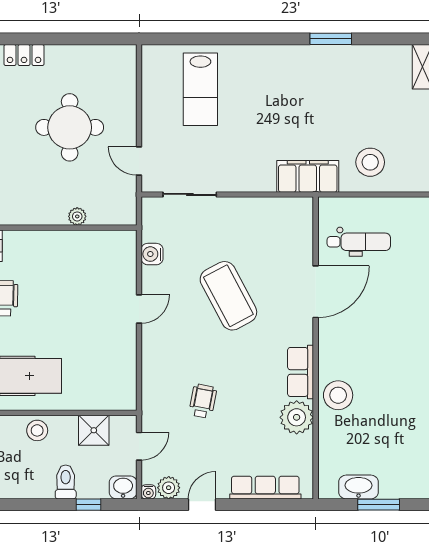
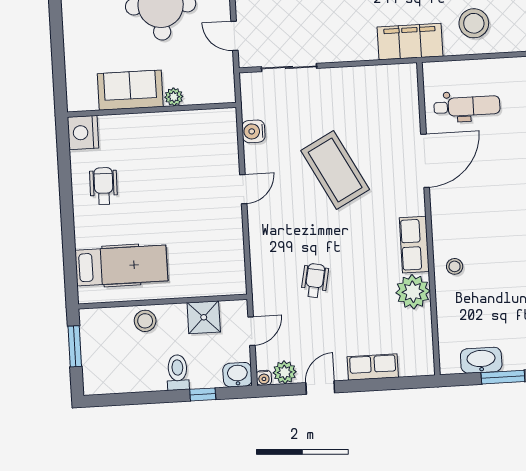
sofa: (36, 208) -> (130, 90), added
stool: (338, 395) -> (455, 266), width x0.53, depth x0.53
row of seats: (265, 488) -> (373, 367), width x0.68

